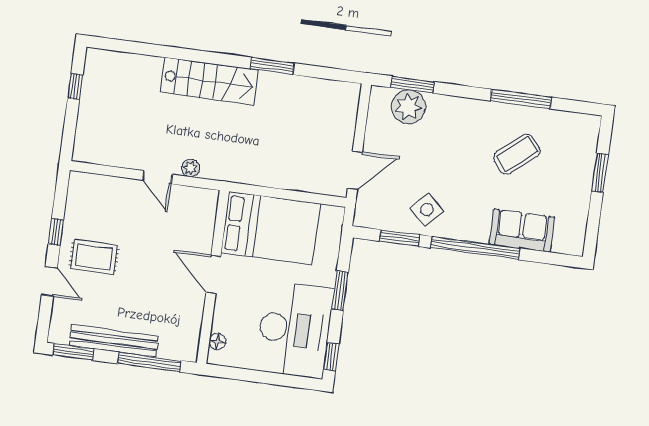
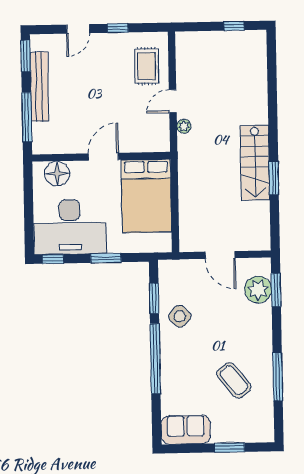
stairs: (209, 81) -> (255, 163), moved
door: (355, 170) -> (220, 255), moved
sofa: (522, 231) -> (186, 430), moved, turned -90
rug: (94, 257) -> (146, 66), moved
floor lamp: (217, 341) -> (57, 174), width x1.89, depth x1.89

